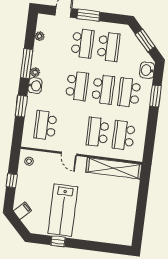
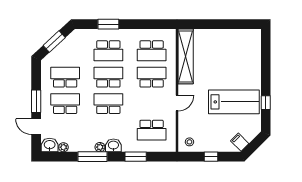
washbasin: (147, 70) -> (50, 145), moved, turned 180
school desk: (98, 132) -> (152, 77), turned 180

